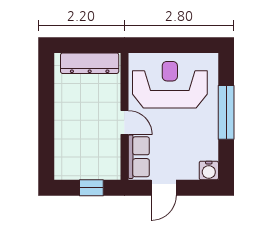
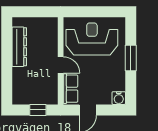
dresser: (90, 63) -> (19, 47), moved, turned -90
window: (226, 112) -> (131, 58), width x0.69

